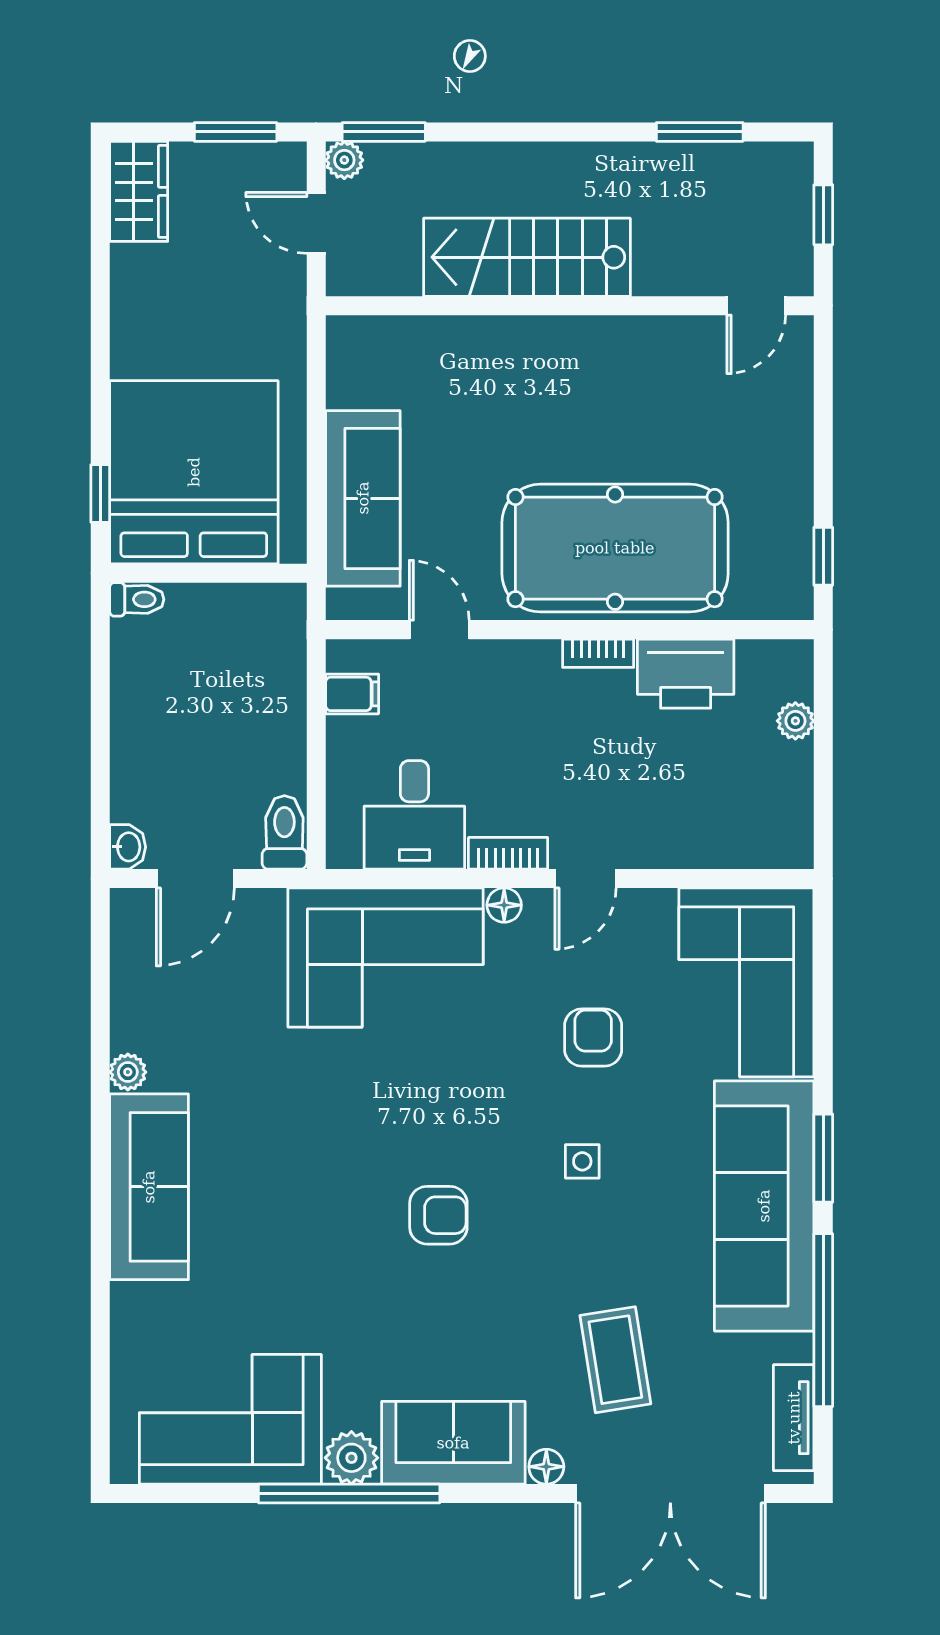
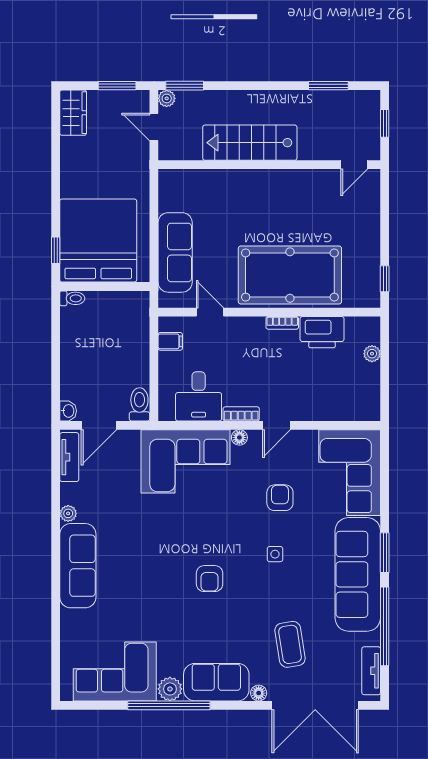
tv unit: (130, 948) -> (69, 457), added
armchair: (438, 1215) -> (210, 579), turned 90

